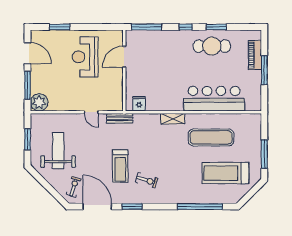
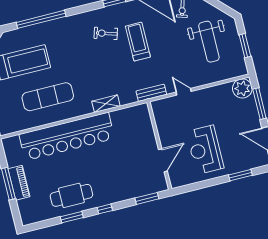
window: (147, 27) -> (147, 198), width x0.69
piano: (255, 55) -> (19, 183), moved
reception desk: (85, 57) -> (205, 150), turned 180
bar counter: (214, 99) -> (67, 136), width x1.36
fridge: (139, 104) -> (134, 114), removed
shelving: (173, 119) -> (106, 104), moved

